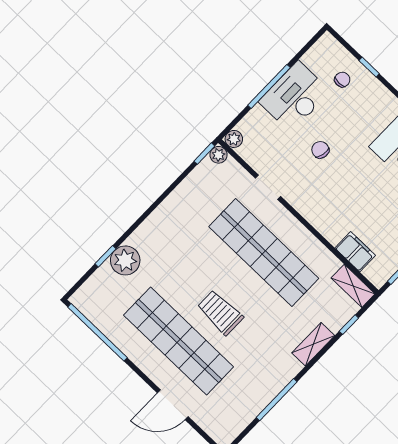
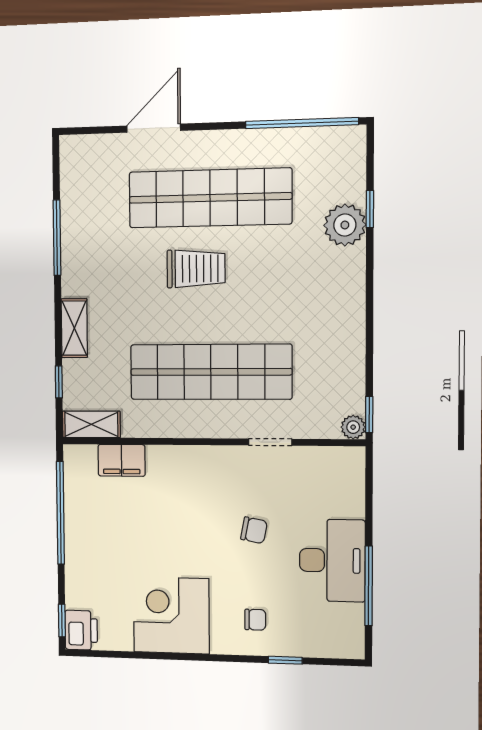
chair: (342, 80) -> (255, 620), moved, turned -90
window: (269, 86) -> (369, 586), moved
plant: (234, 139) -> (353, 458), removed

